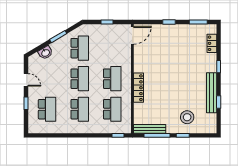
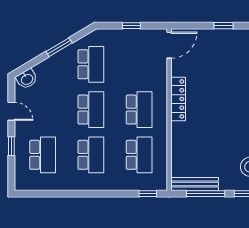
washbasin: (45, 53) -> (27, 79), moved
locker: (139, 88) -> (178, 99), moved

